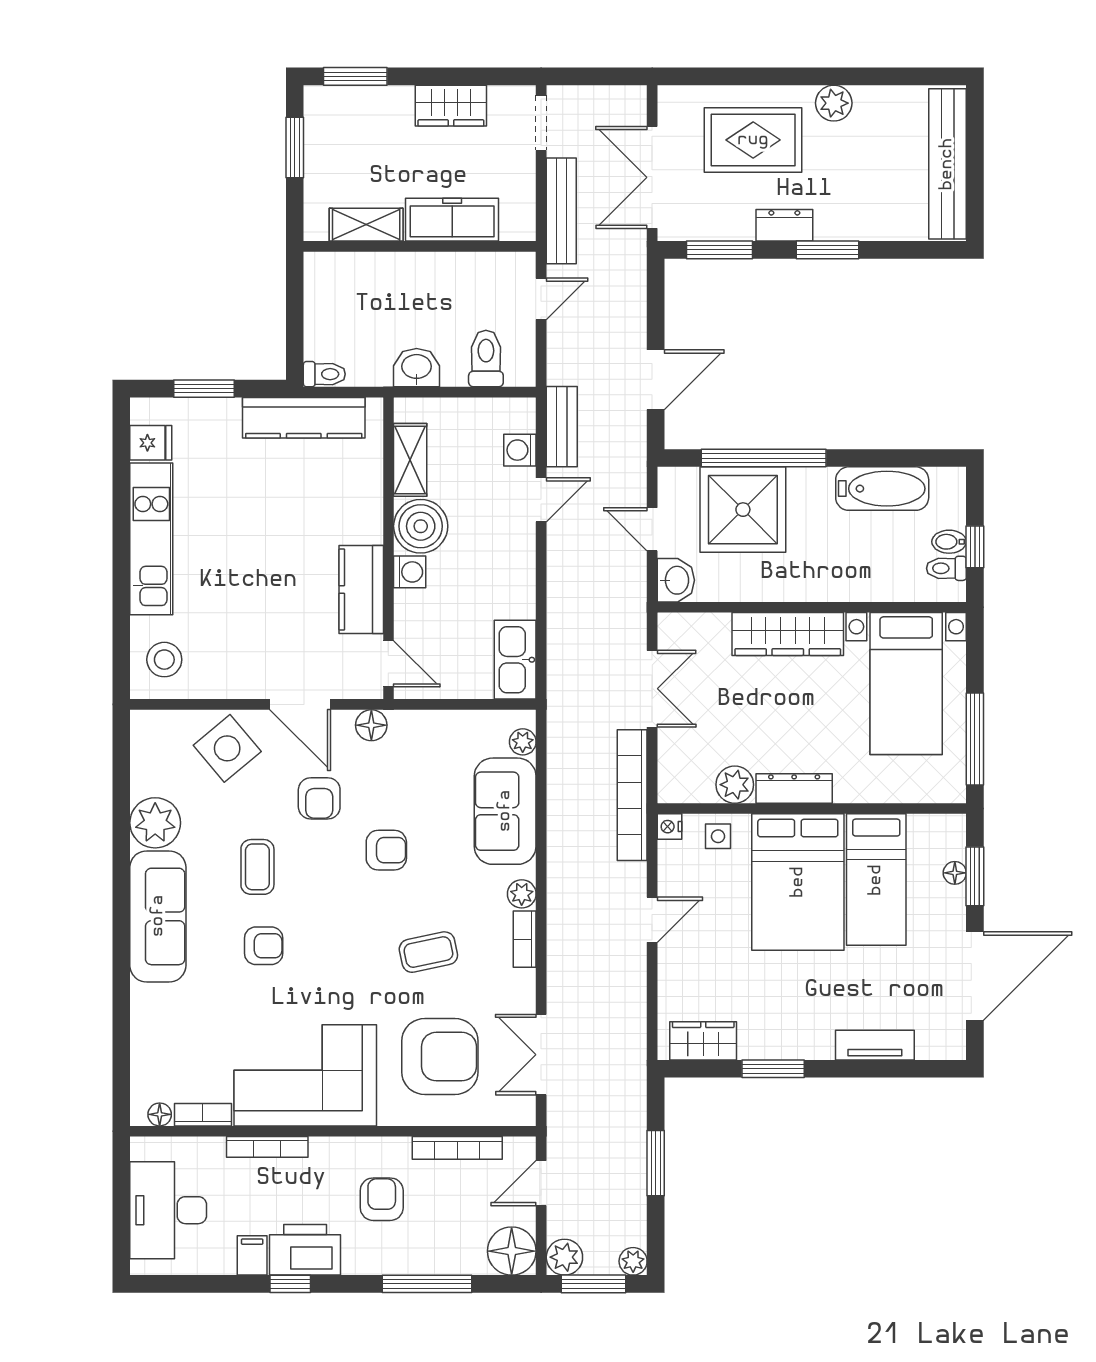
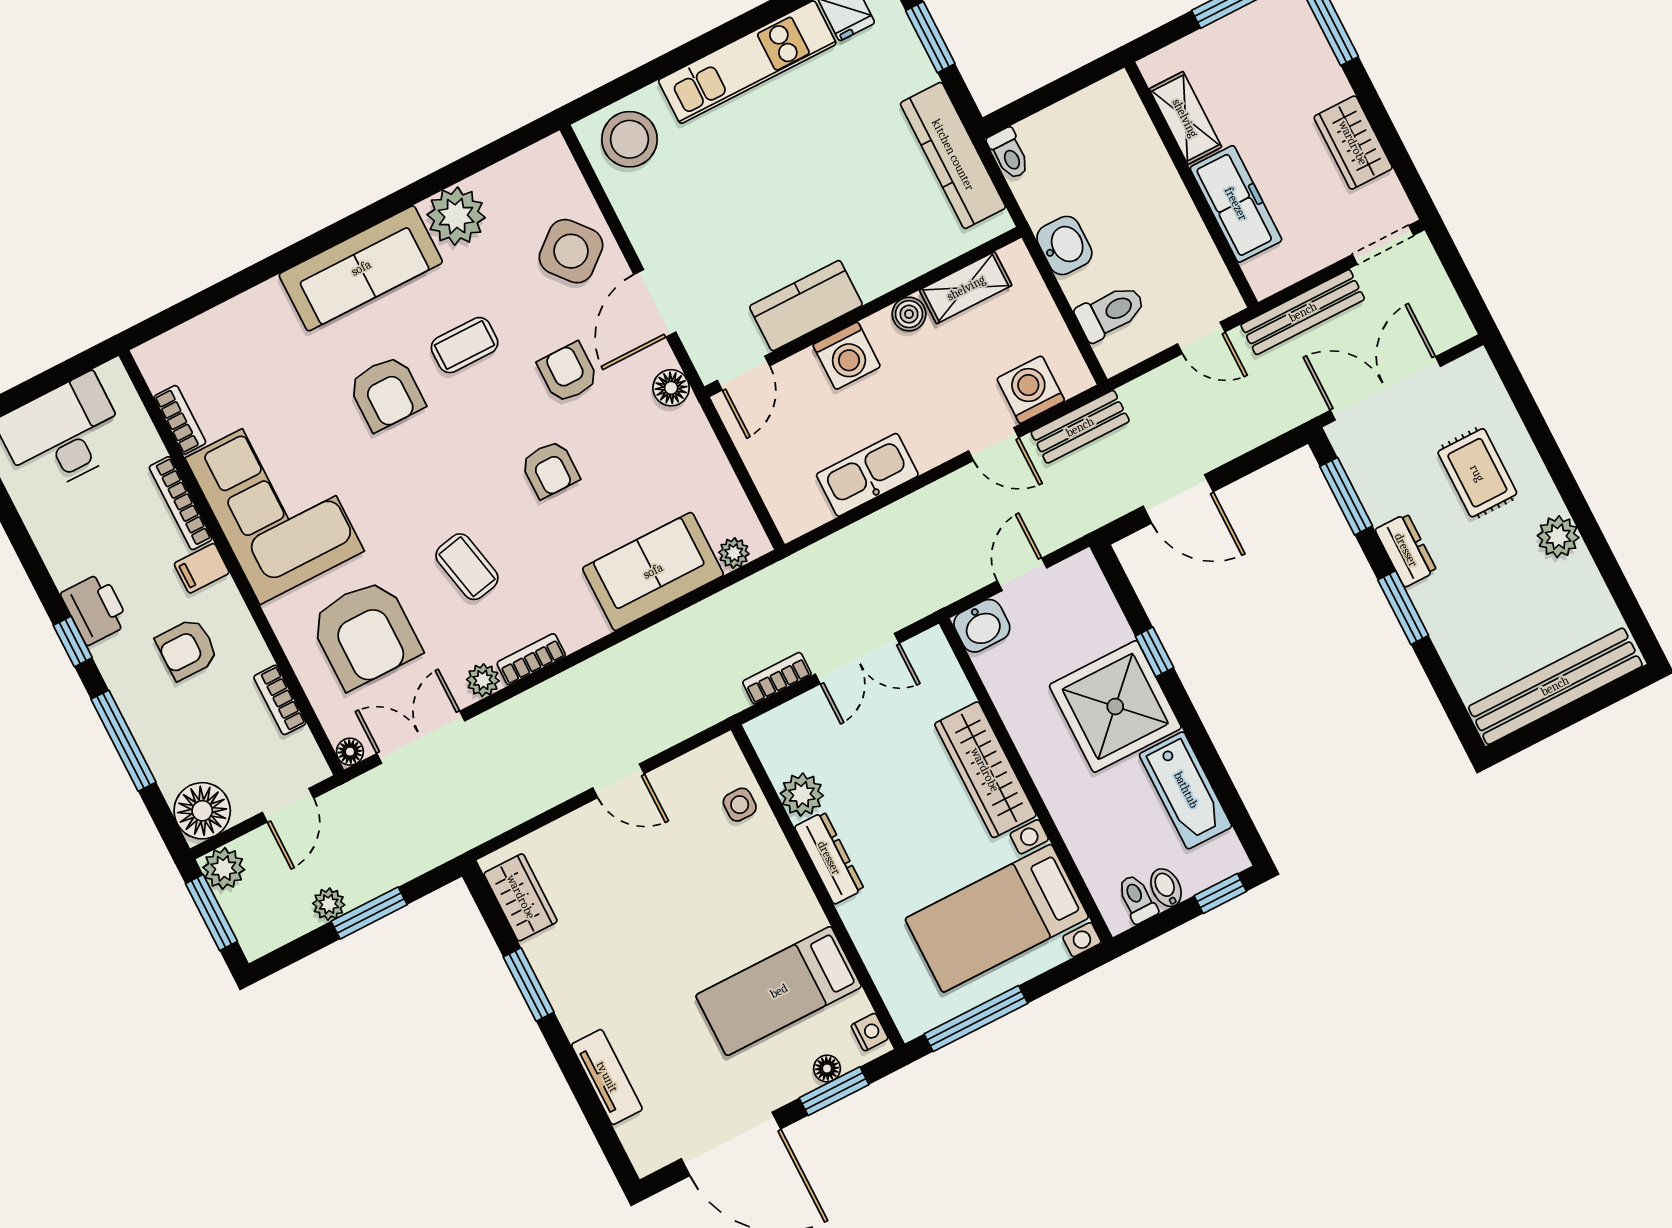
rug: (753, 140) -> (1477, 473), width x0.73, depth x0.70
washing machine: (520, 450) -> (1031, 390), width x1.38, depth x1.38
window: (764, 458) -> (1154, 652), width x0.32
shower: (743, 510) -> (1115, 706), moved
boiler: (421, 526) -> (909, 314), width x0.54, depth x0.54
window: (975, 547) -> (1220, 893), moved
washing machine: (410, 572) -> (847, 356), width x1.38, depth x1.38
stool: (164, 660) -> (630, 139), width x1.38, depth x1.38
kitchen sink: (515, 660) -> (867, 475), moved
bookcase: (632, 795) -> (777, 678), width x0.43, depth x0.76
armchair: (319, 798) -> (568, 373), turned 90
nightstand: (670, 827) -> (870, 1032), moved, turned 90
bed: (798, 882) -> (735, 911), removed
plant: (522, 894) -> (483, 680), moved
armchair: (264, 946) -> (386, 393), width x1.38, depth x1.38
floor lamp: (160, 1114) -> (350, 752), moved
bookcase: (457, 1148) -> (280, 700), width x0.64
door: (541, 1183) -> (288, 805), swing flipped
armchair: (382, 1199) -> (187, 649), turned 180
printer: (305, 1250) -> (95, 609), width x0.73, depth x0.84
filing cabinet: (252, 1255) -> (202, 568), moved, turned 180
plant: (633, 1261) -> (329, 904), moved
window: (290, 1284) -> (73, 642), moved

